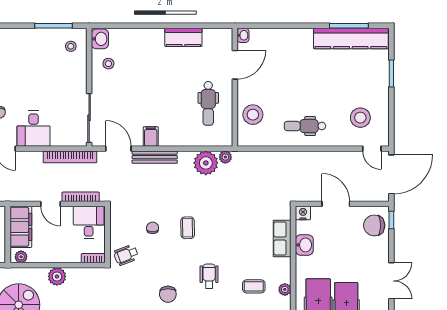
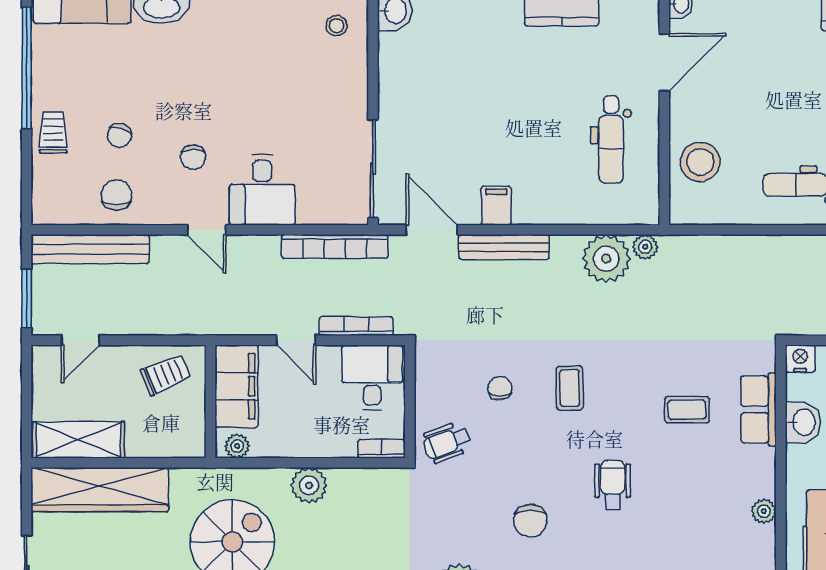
stool: (108, 64) -> (412, 60), removed
coffee table: (254, 286) -> (687, 410), moved

